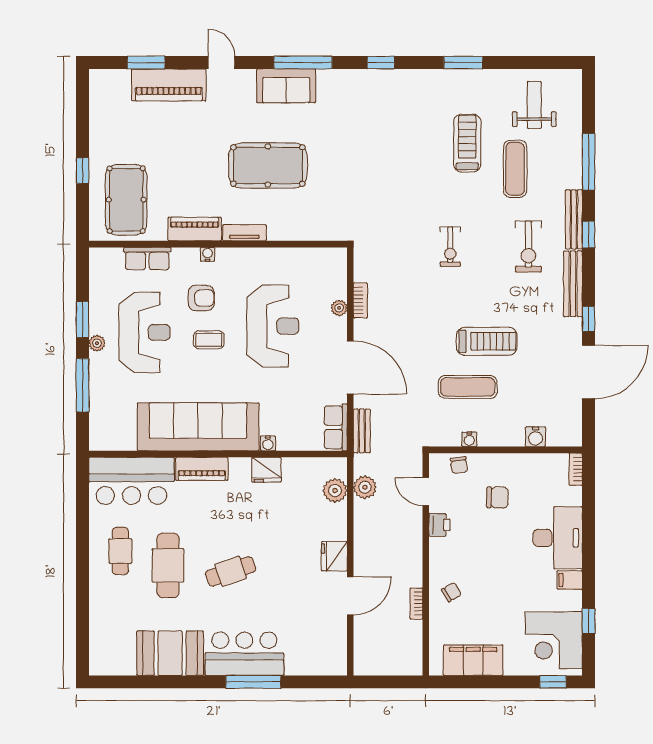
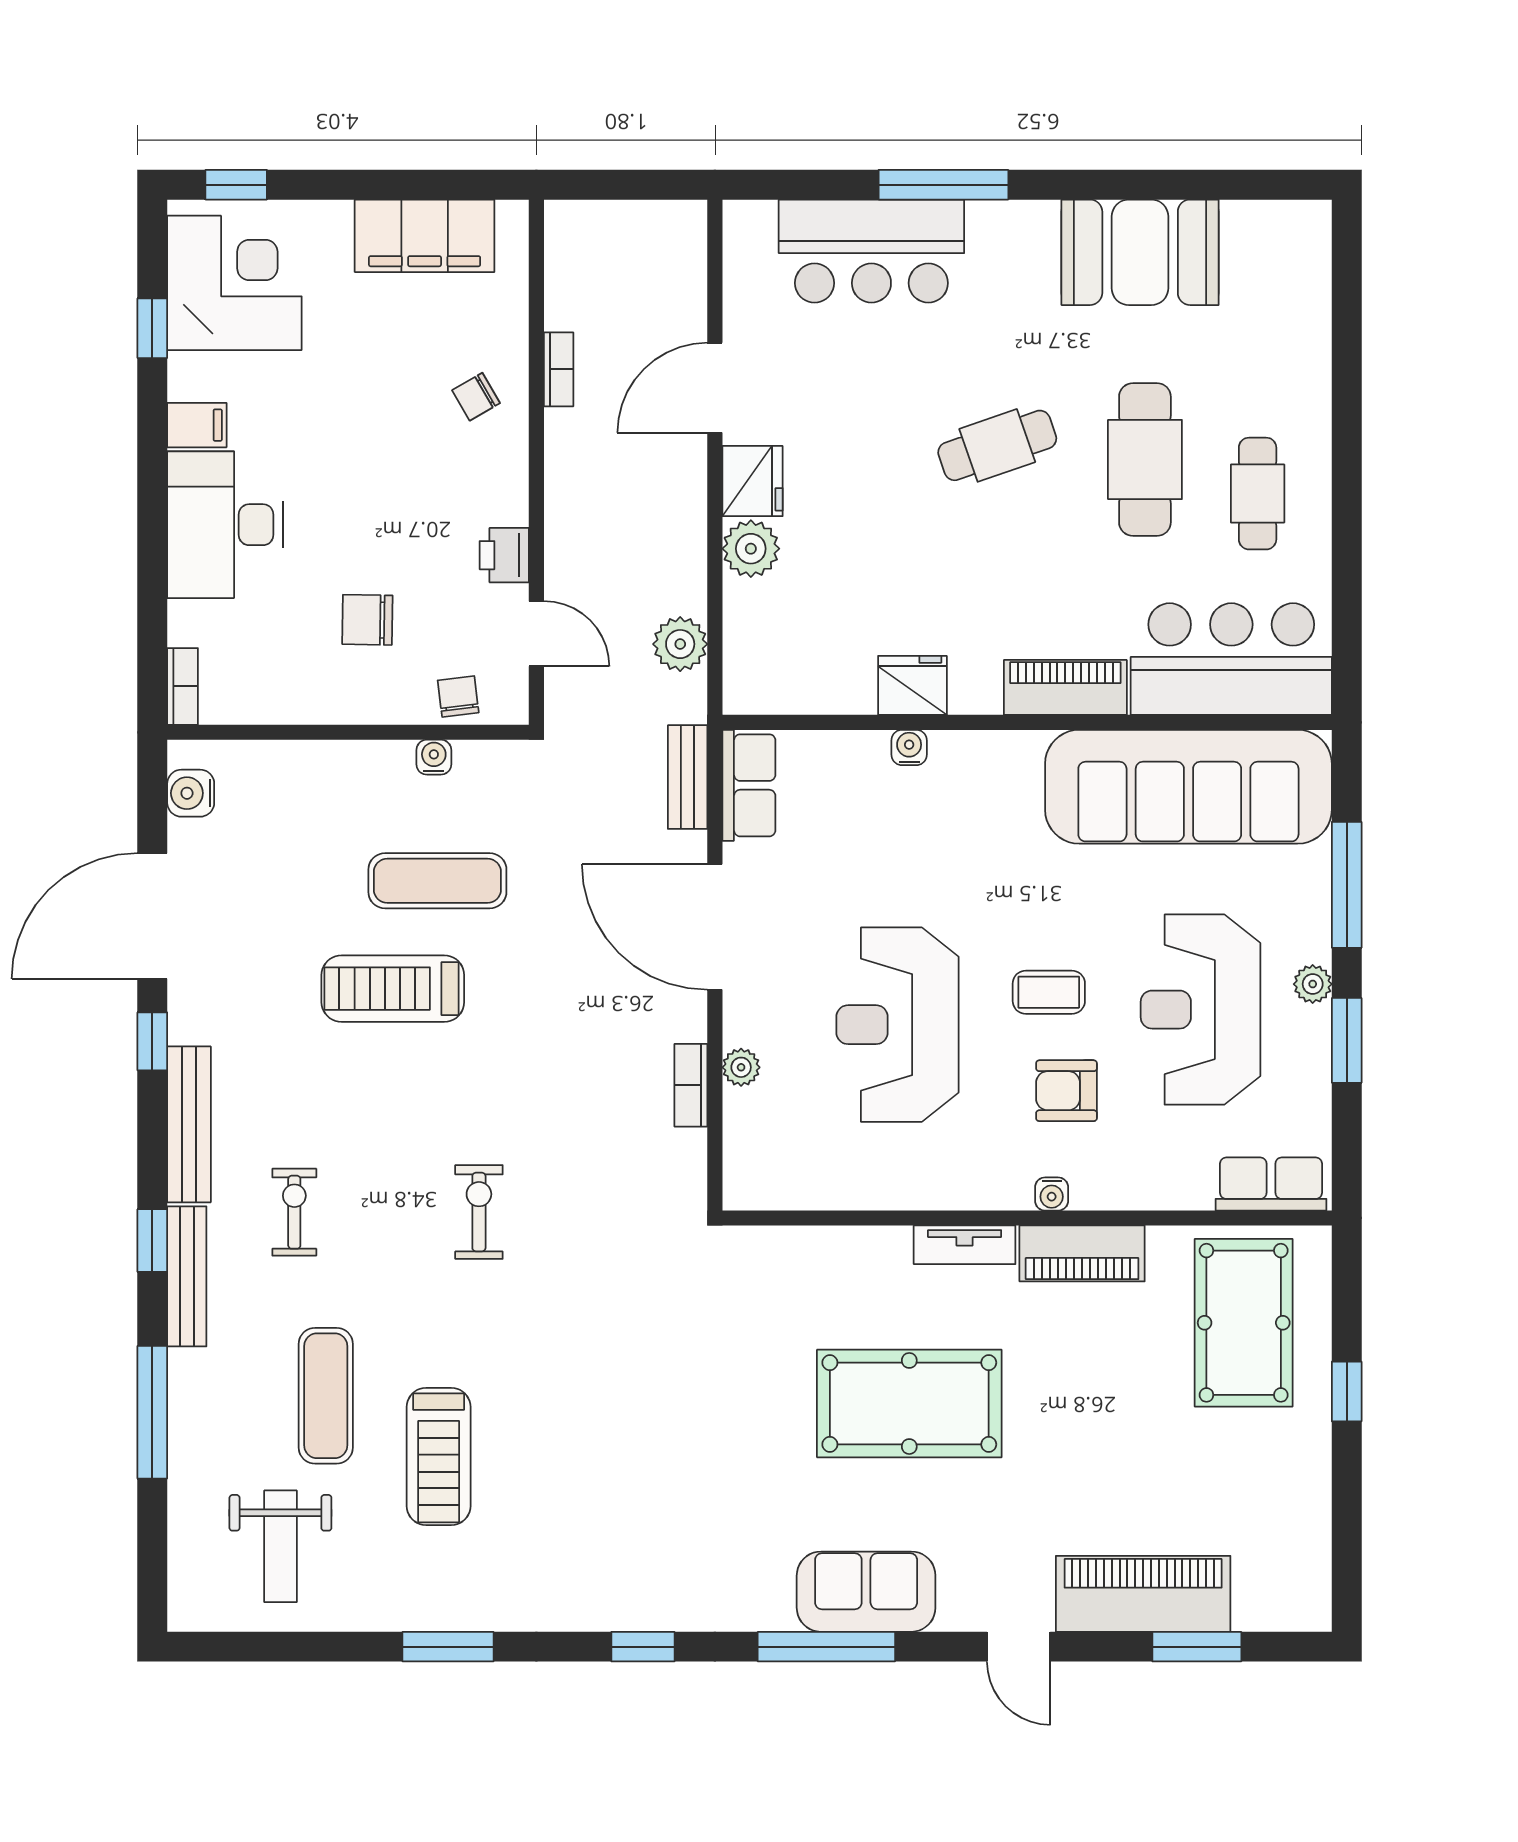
exercise bike: (528, 247) -> (294, 1212), width x0.73, depth x0.72
row of seats: (147, 258) -> (1271, 1184), moved
sofa: (198, 427) -> (1188, 787), moved
water cooler: (535, 437) -> (191, 793), moved, turned -90
plant: (335, 491) -> (751, 549), moved
bar counter: (244, 654) -> (871, 251), moved

